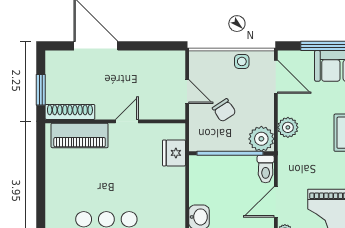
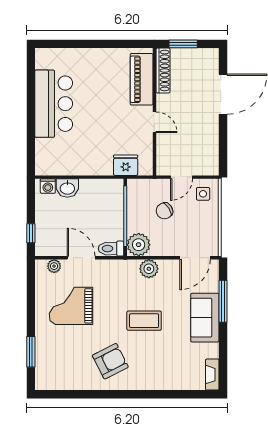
side table: (242, 61) -> (203, 194), moved

